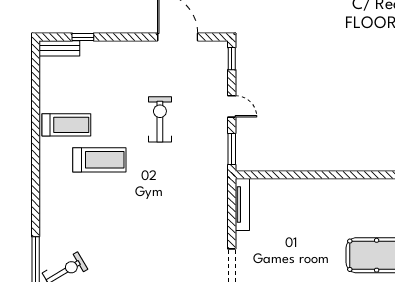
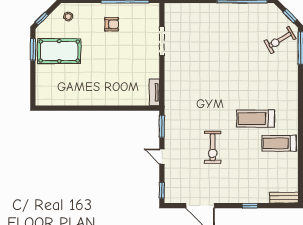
window: (83, 37) -> (250, 206), moved
tv unit: (242, 205) -> (154, 92), width x0.71

